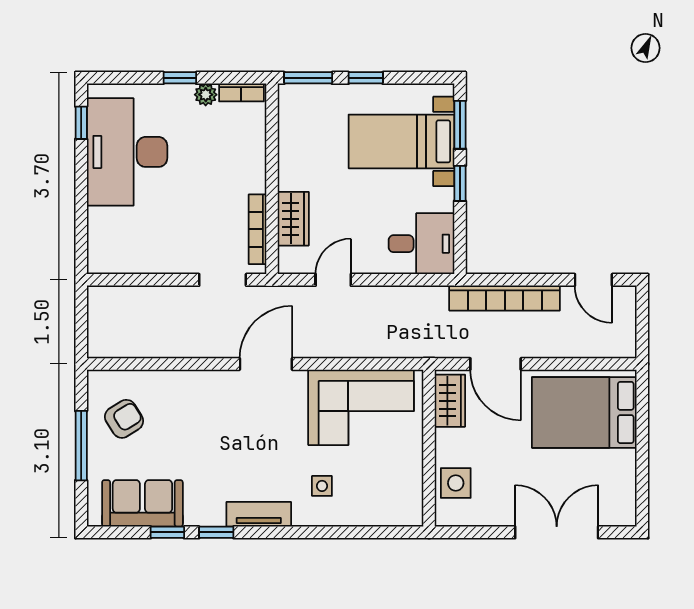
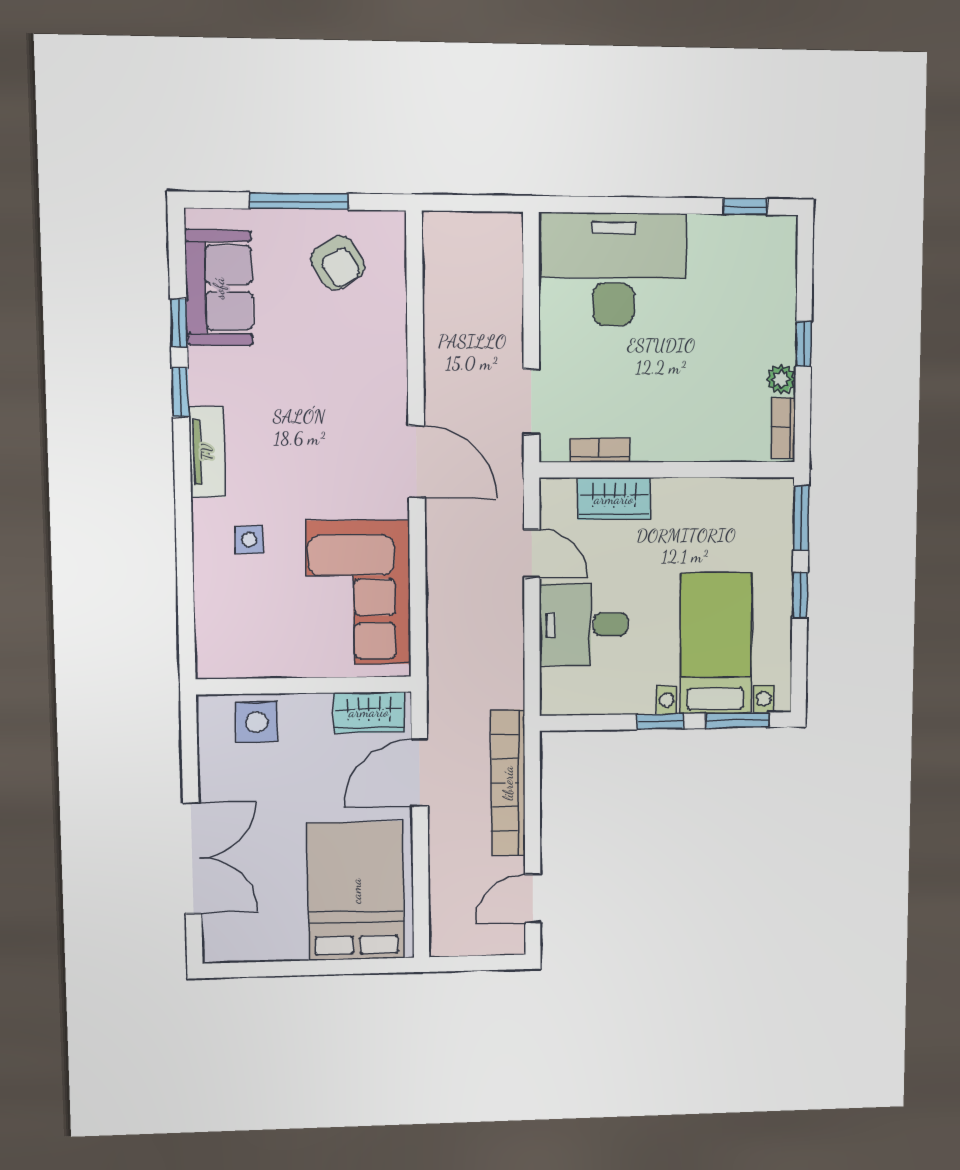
desk: (127, 152) -> (613, 269), moved
bookcase: (257, 229) -> (600, 450), width x0.64
desk: (421, 244) -> (584, 625), moved, turned 90

